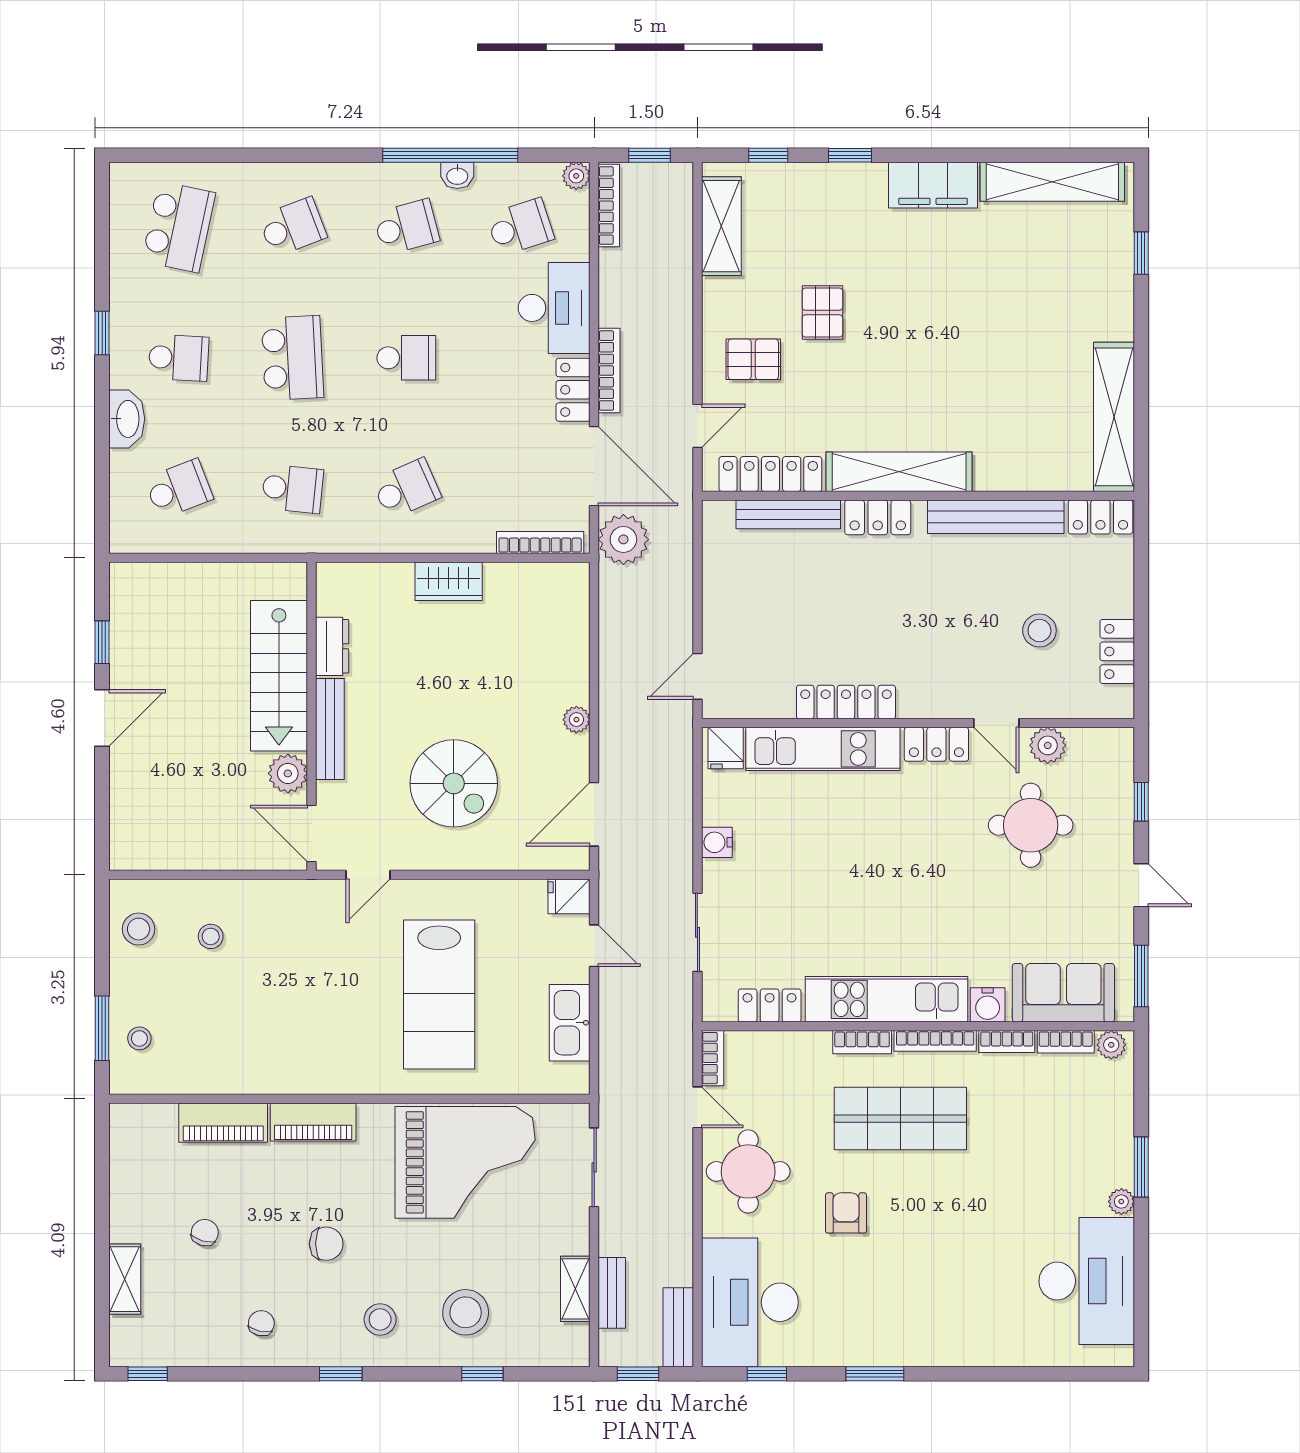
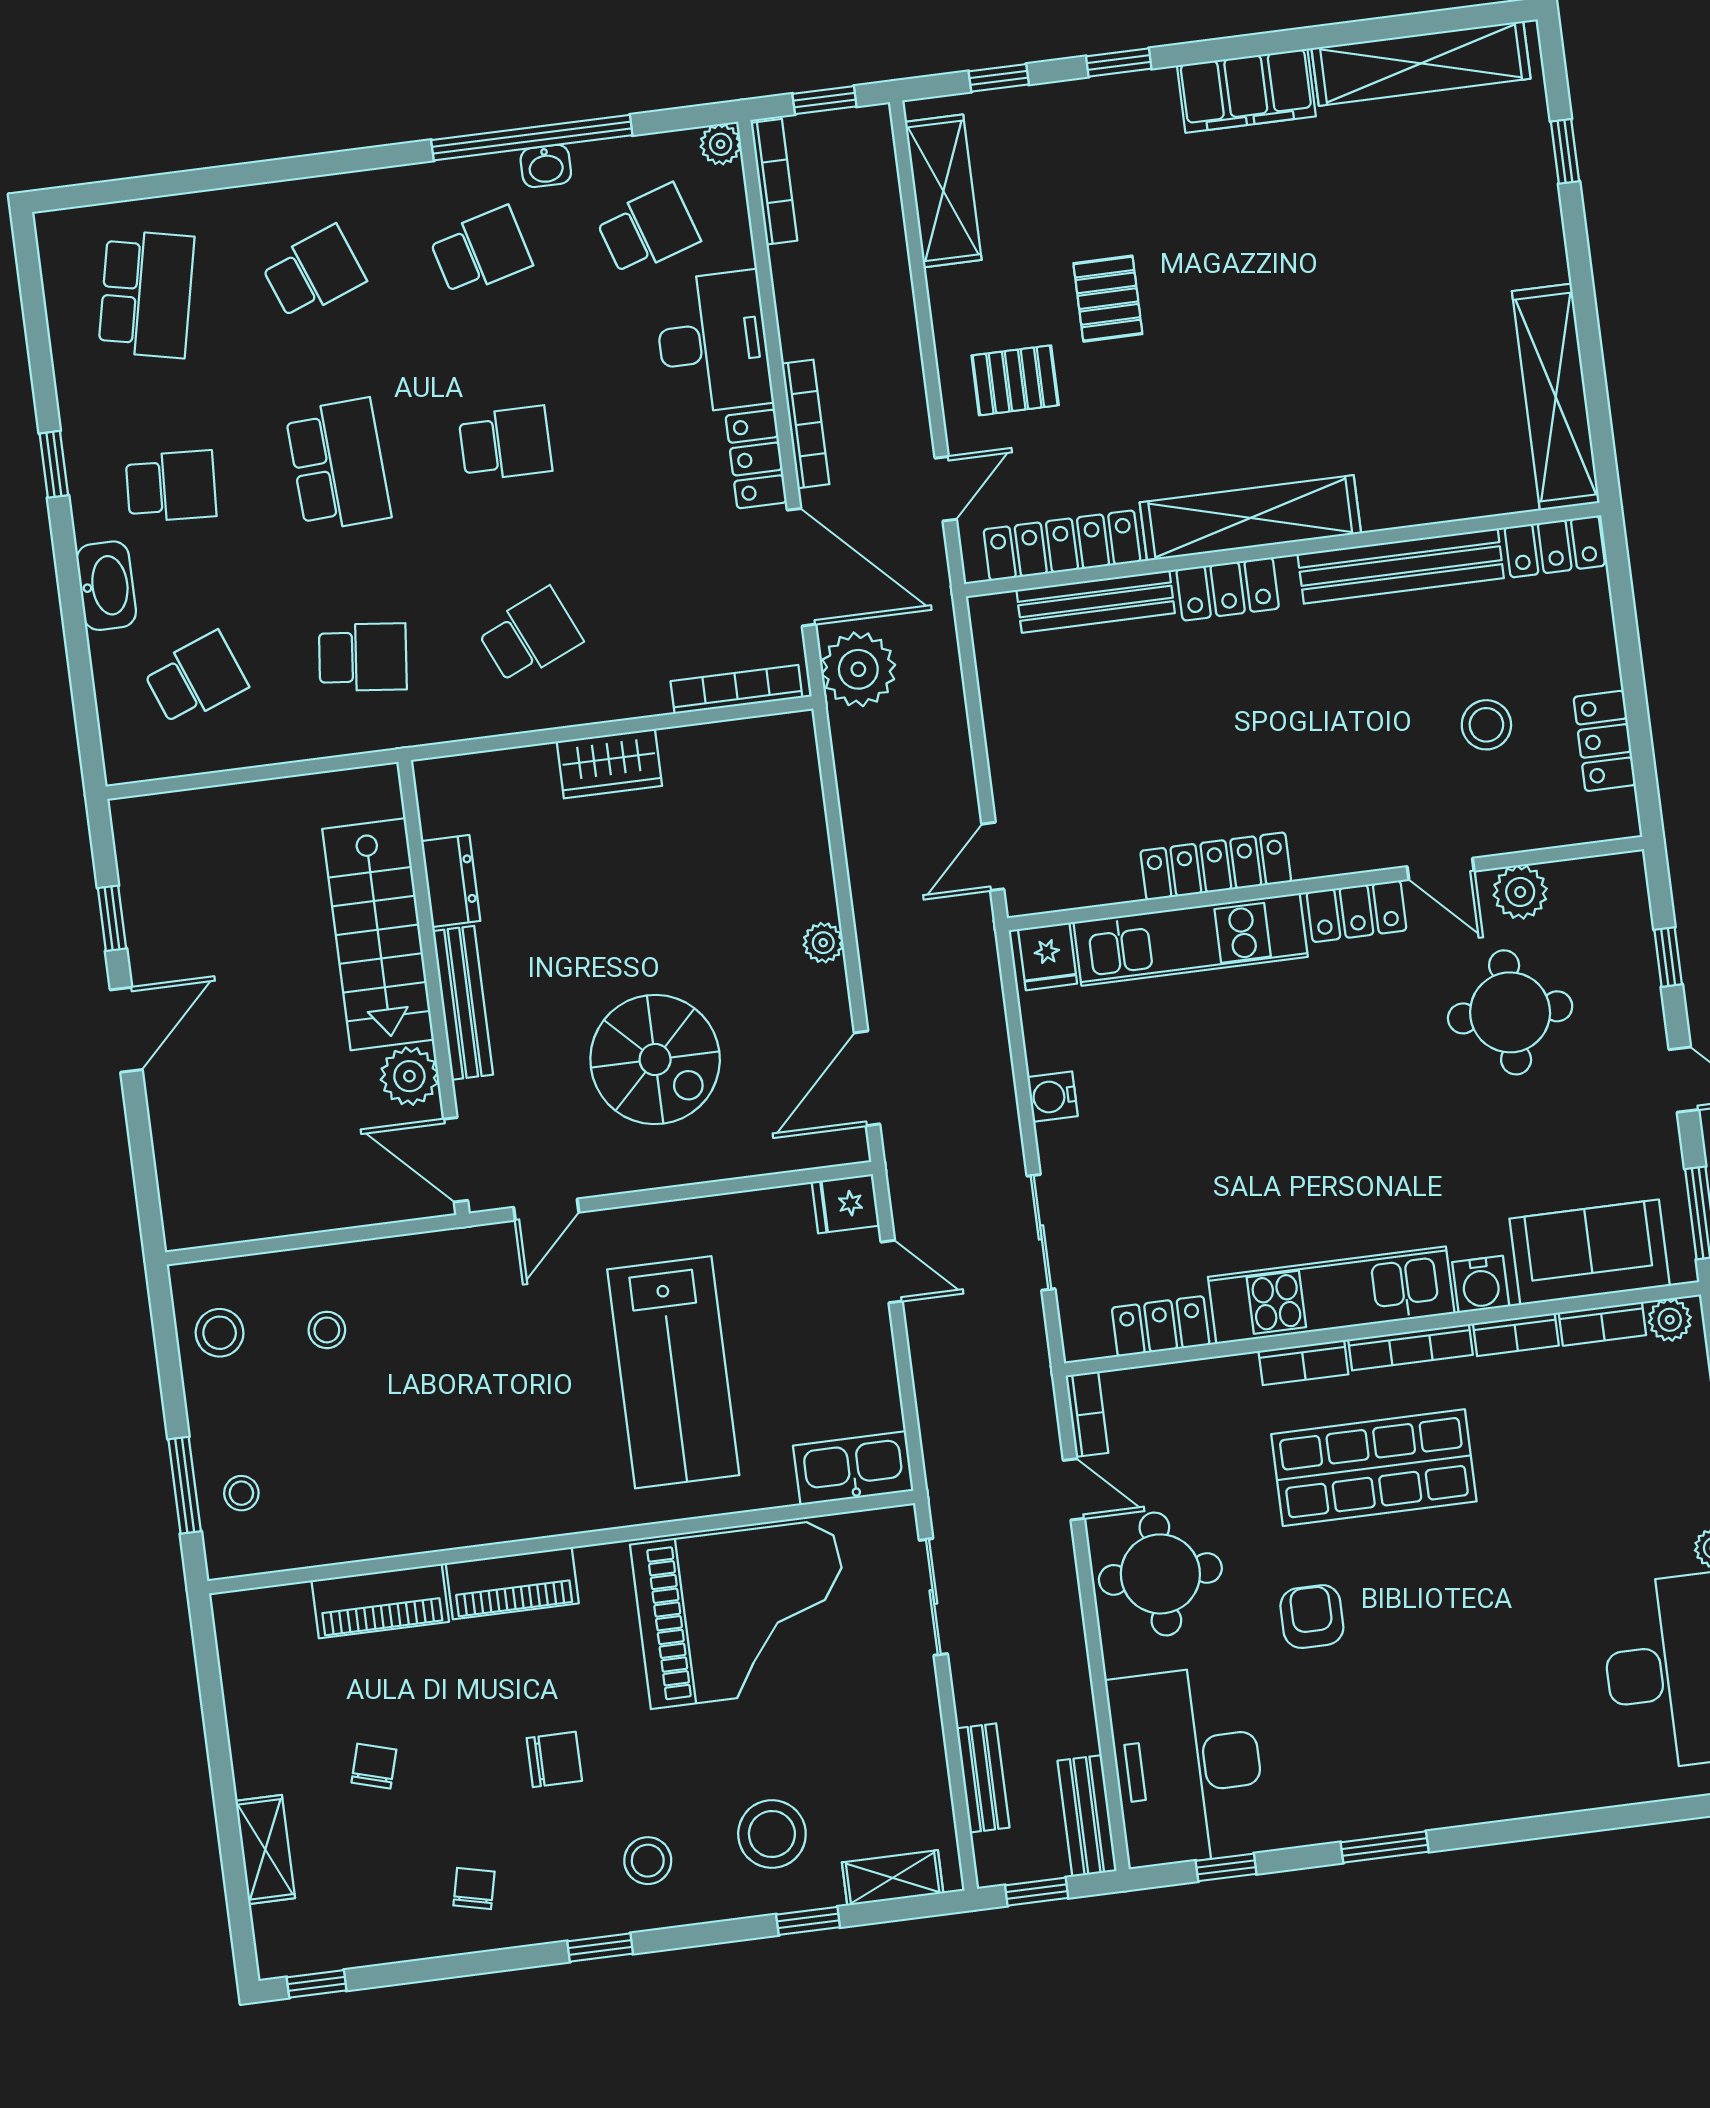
kitchen sink: (570, 1023) -> (853, 1468), moved, turned 90
shelving: (575, 1289) -> (893, 1878), moved, turned 90

